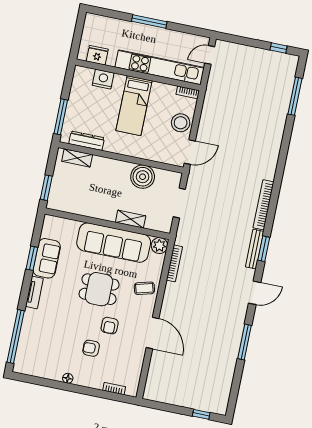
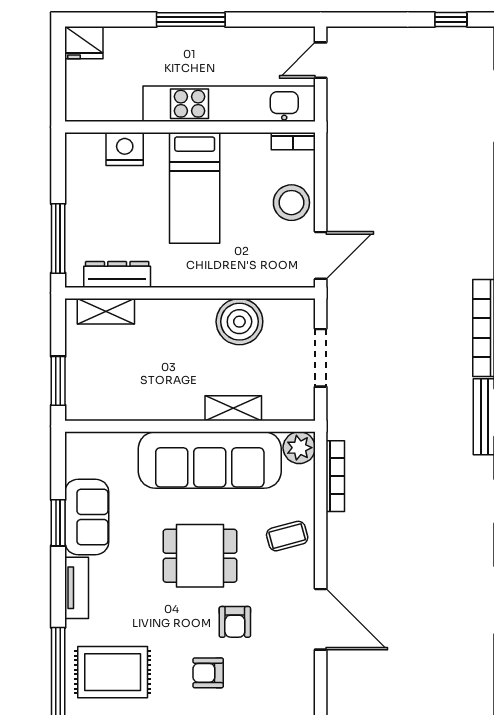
fridge: (97, 55) -> (84, 43), moved, turned 180
rug: (44, 338) -> (113, 672), added

